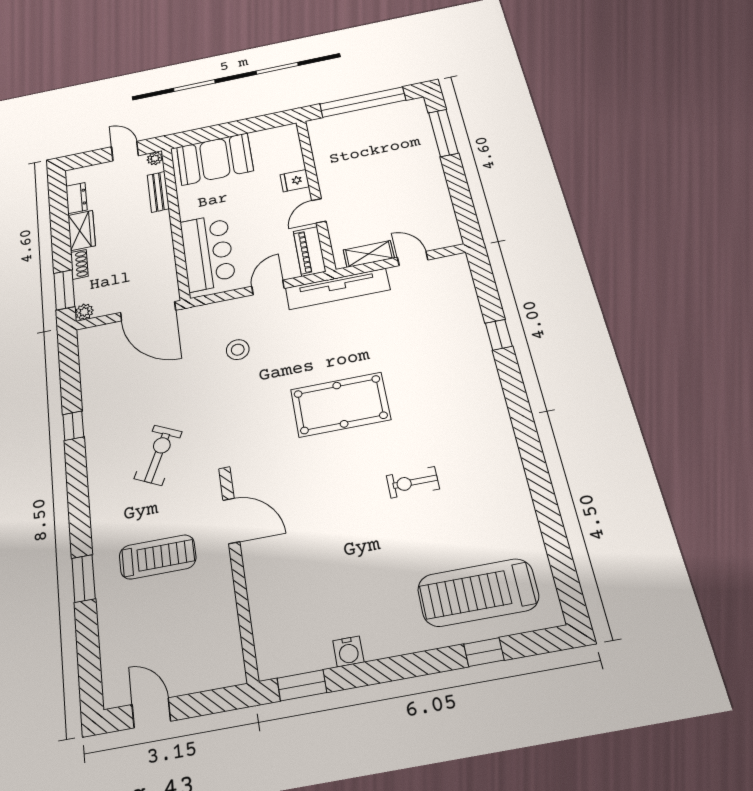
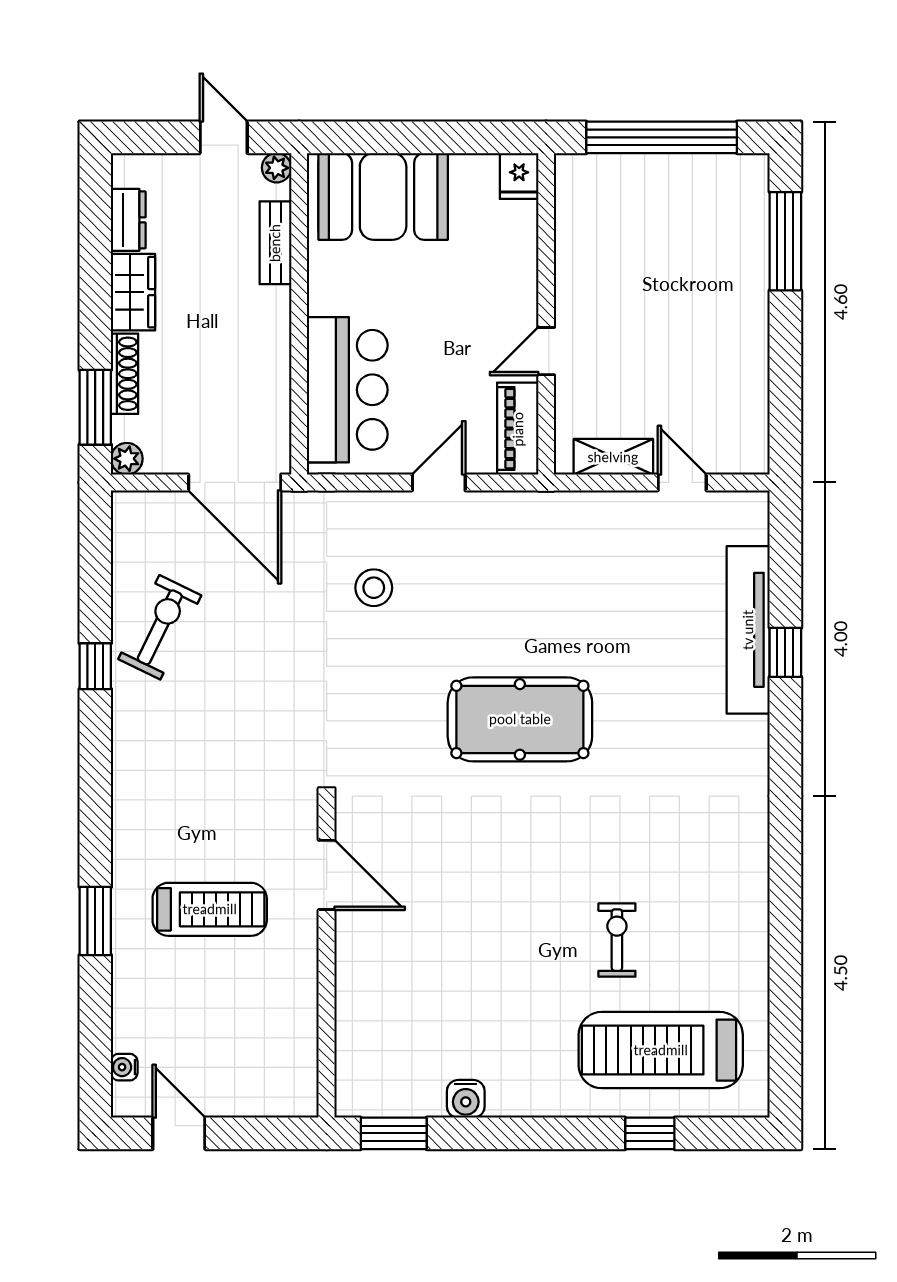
fridge: (295, 181) -> (519, 176), moved, turned -90
shoe rack: (79, 264) -> (125, 374), width x1.43
tv unit: (338, 289) -> (748, 630), moved, turned 90
exercise bike: (158, 455) -> (160, 627), moved
exercise bike: (413, 482) -> (617, 940), moved, turned 90
water cooler: (110, 673) -> (124, 1067), added

